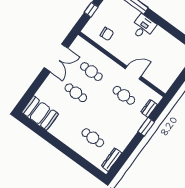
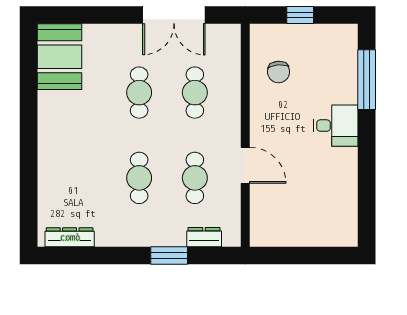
cafe table: (93, 138) -> (139, 178), moved

